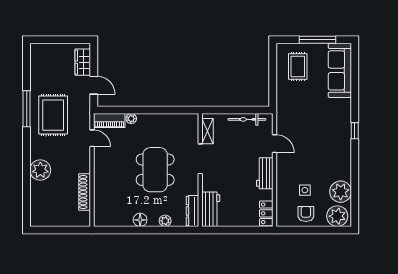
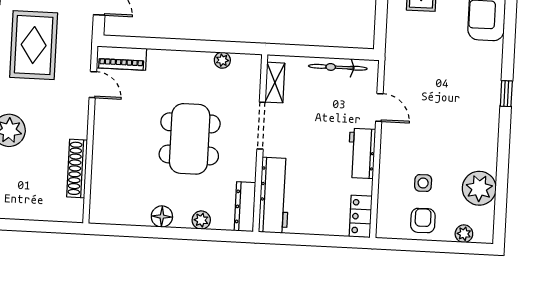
plant: (131, 119) -> (222, 60), moved
workbench: (211, 209) -> (274, 195), width x1.38
plant: (337, 216) -> (464, 234), width x0.53, depth x0.53

